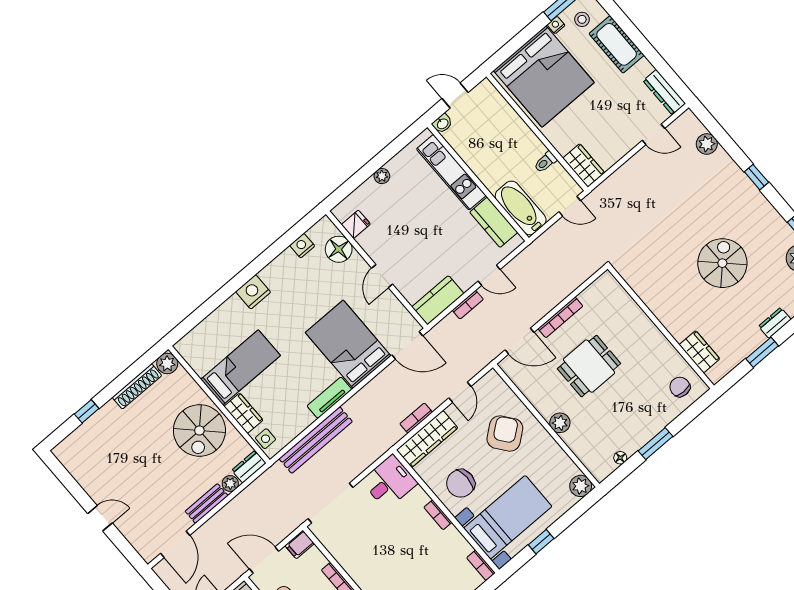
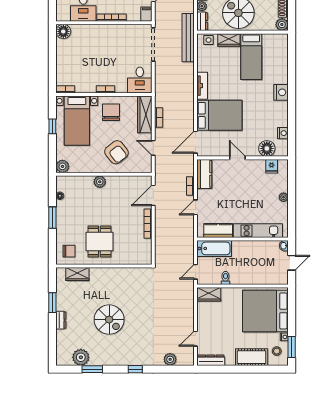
dining table: (589, 366) -> (99, 242), moved
bench: (316, 440) -> (188, 38), moved

